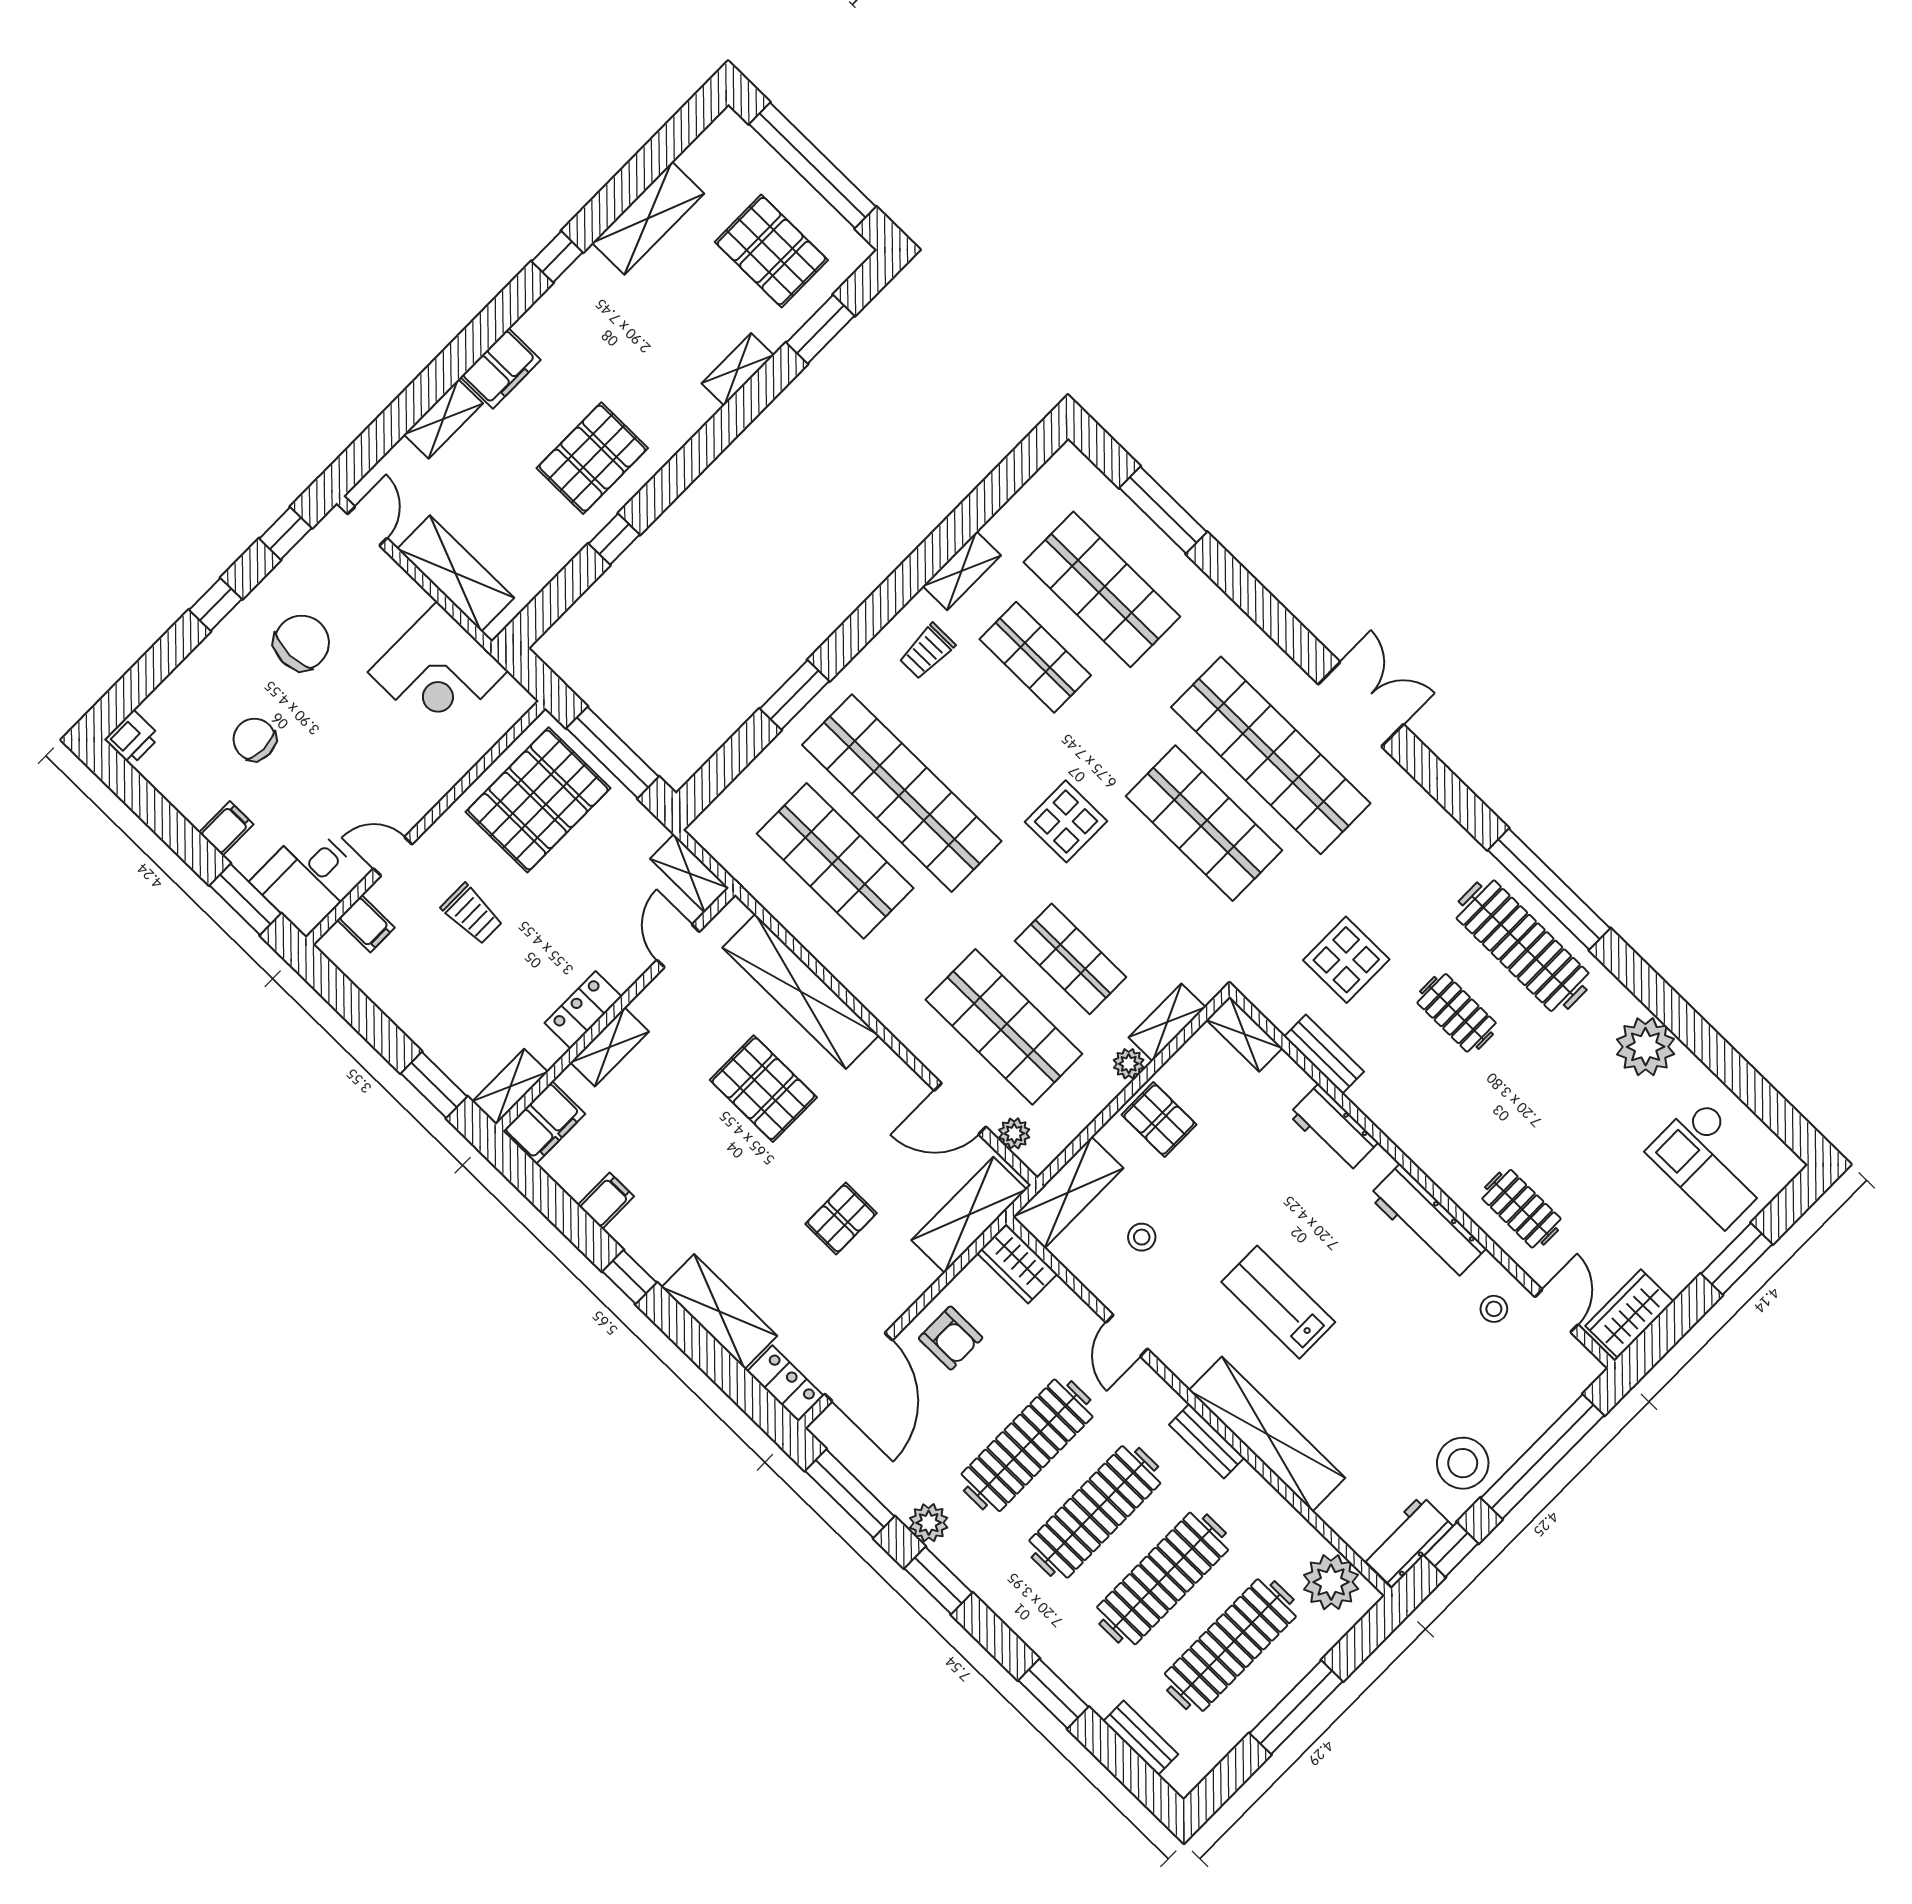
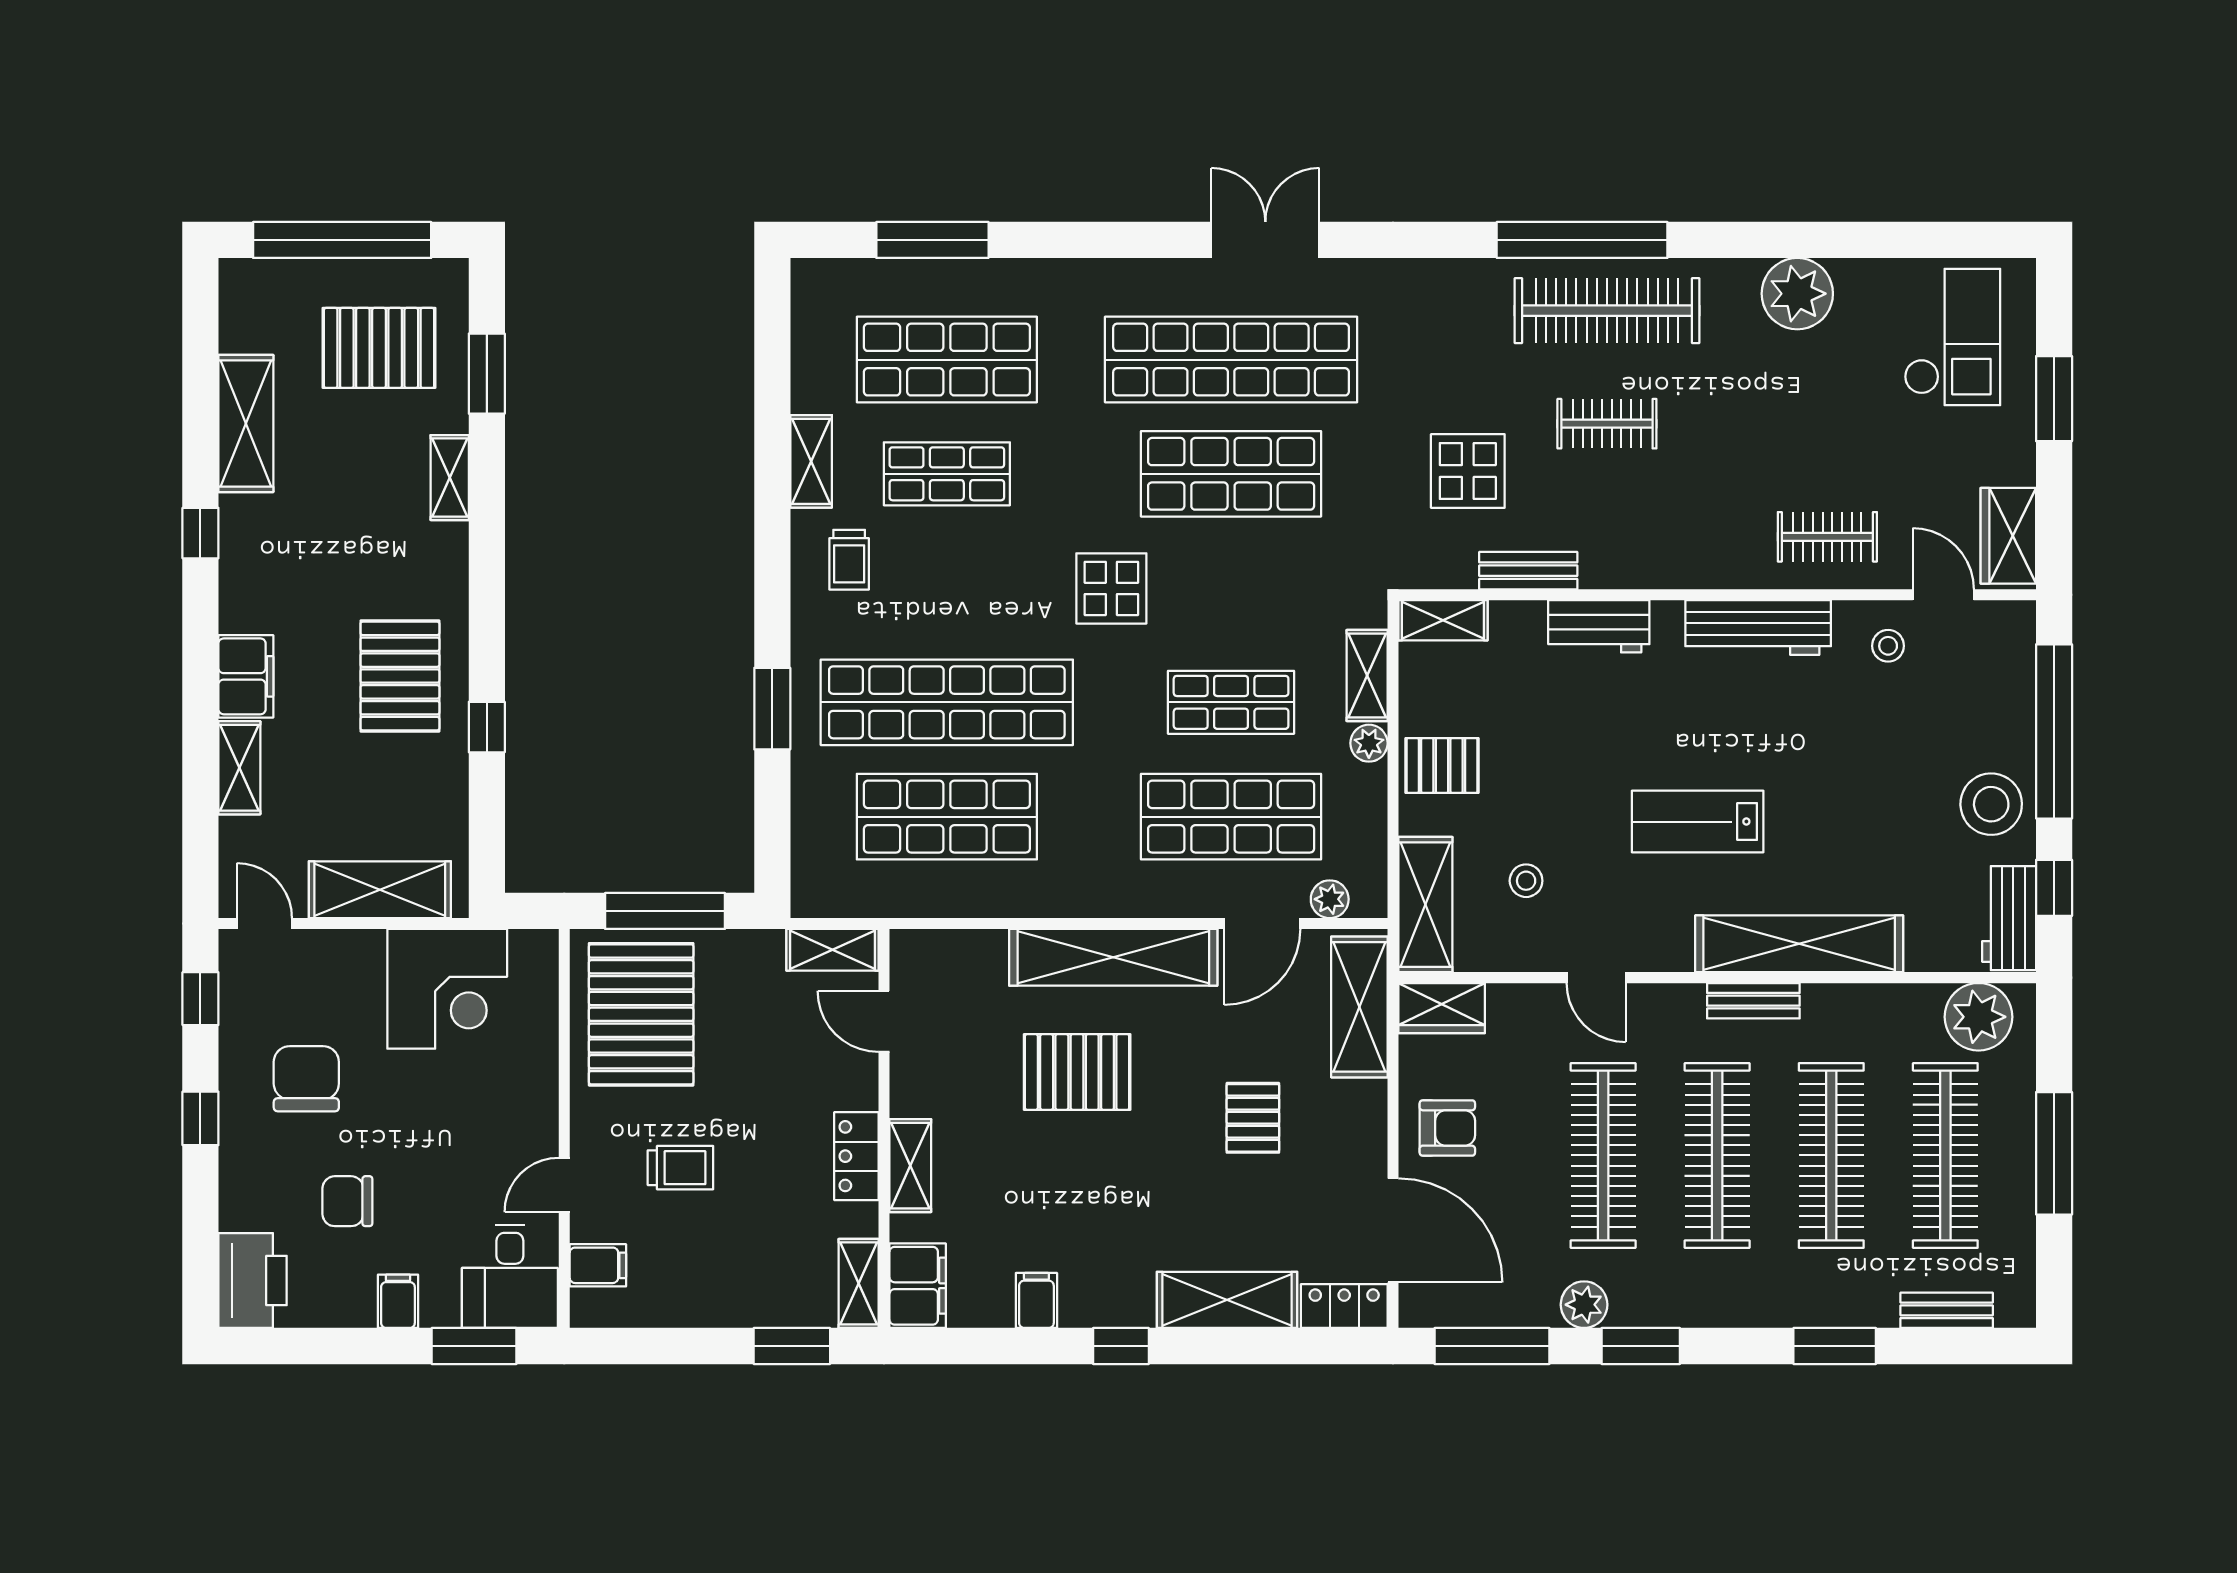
printer: (132, 738) -> (253, 1281), width x1.87, depth x1.48
shelving: (801, 991) -> (1113, 957), moved
checkout: (1712, 1163) -> (1952, 337), turned -90

